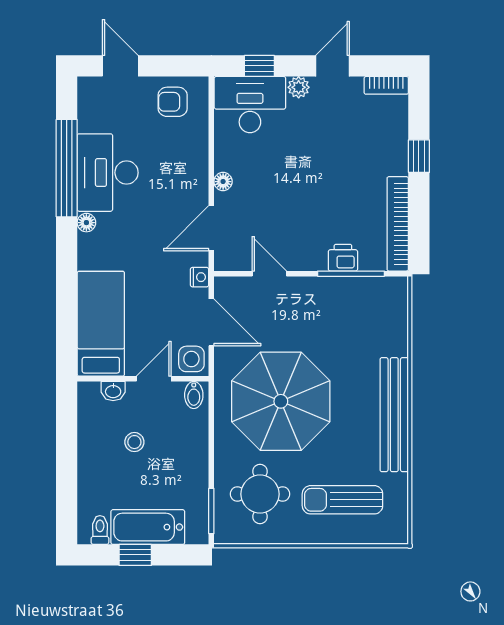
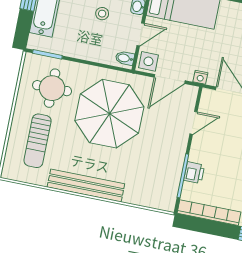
door: (154, 379) -> (141, 34), hinge flipped
sun lounger: (342, 500) -> (38, 141), turned 180

